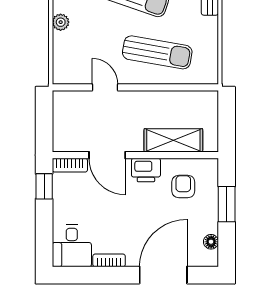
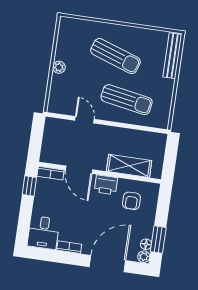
armchair: (183, 186) -> (131, 201), turned 180
window: (227, 204) -> (158, 239), moved
plant: (210, 259) -> (144, 257), added

